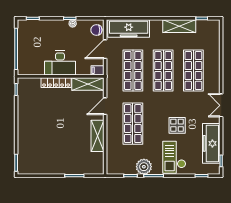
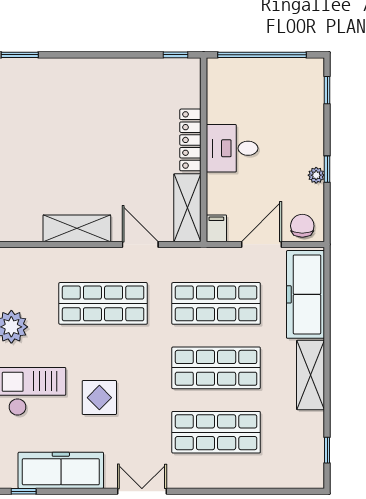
shelving: (179, 26) -> (310, 375), moved
door: (105, 49) -> (261, 244), hinge flipped
desk: (60, 63) -> (232, 148), width x0.73

